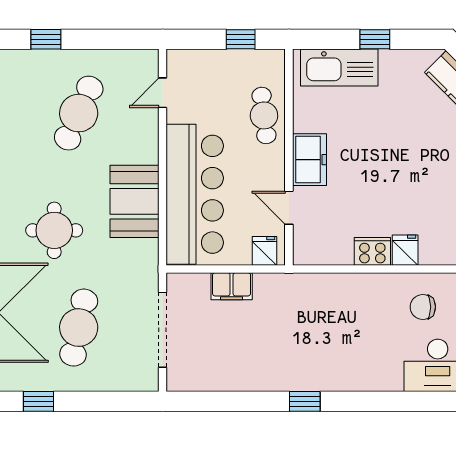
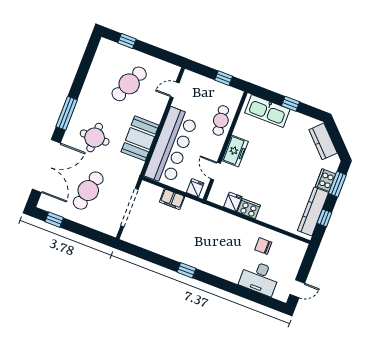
fridge: (405, 250) -> (233, 202), moved

